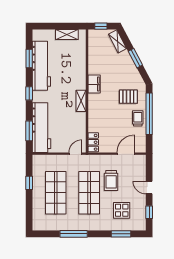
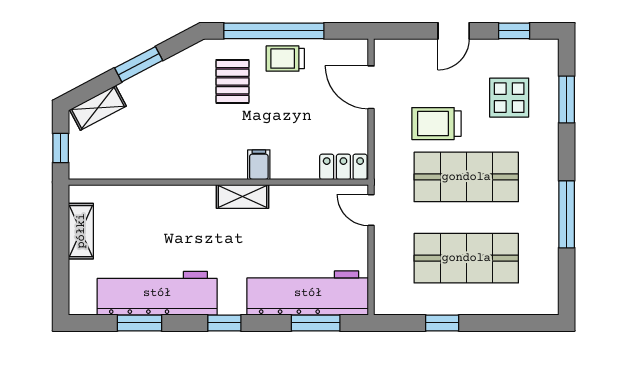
filing cabinet: (94, 84) -> (259, 165), moved, width x0.50
trolley: (111, 180) -> (436, 124), turned 180

